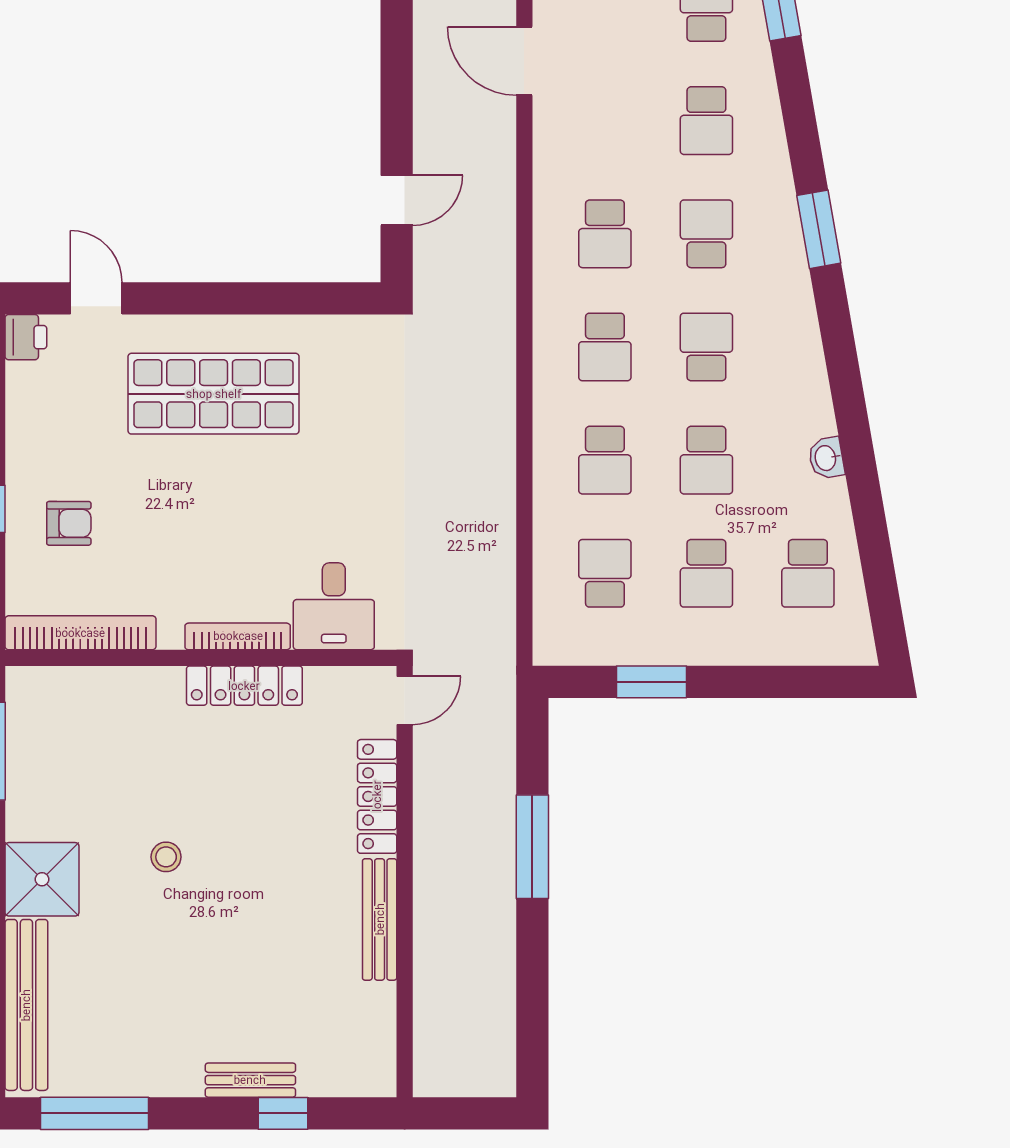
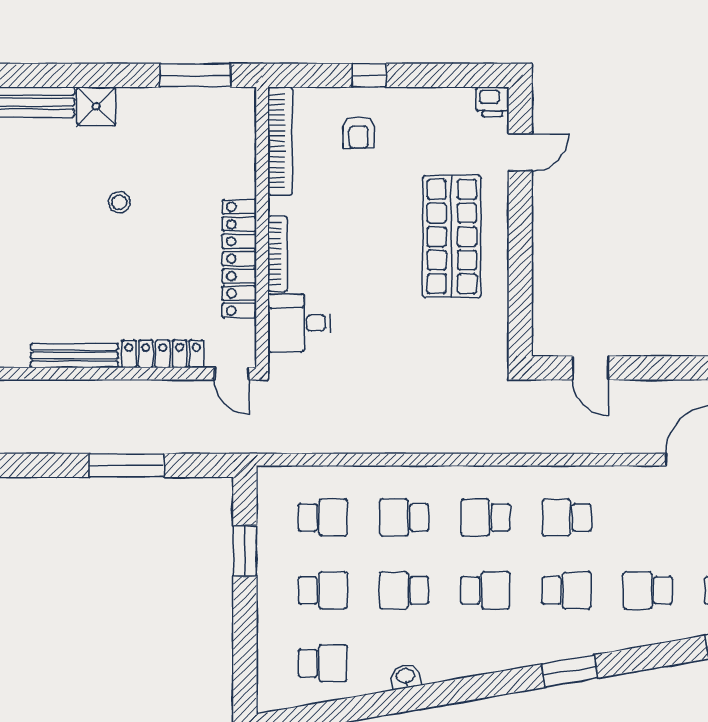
school desk: (706, 573) -> (323, 590), turned 180
school desk: (808, 573) -> (323, 663), turned 180
locker: (244, 686) -> (239, 259), width x1.41, depth x1.21
shower: (42, 879) -> (96, 106), width x0.73, depth x0.73

